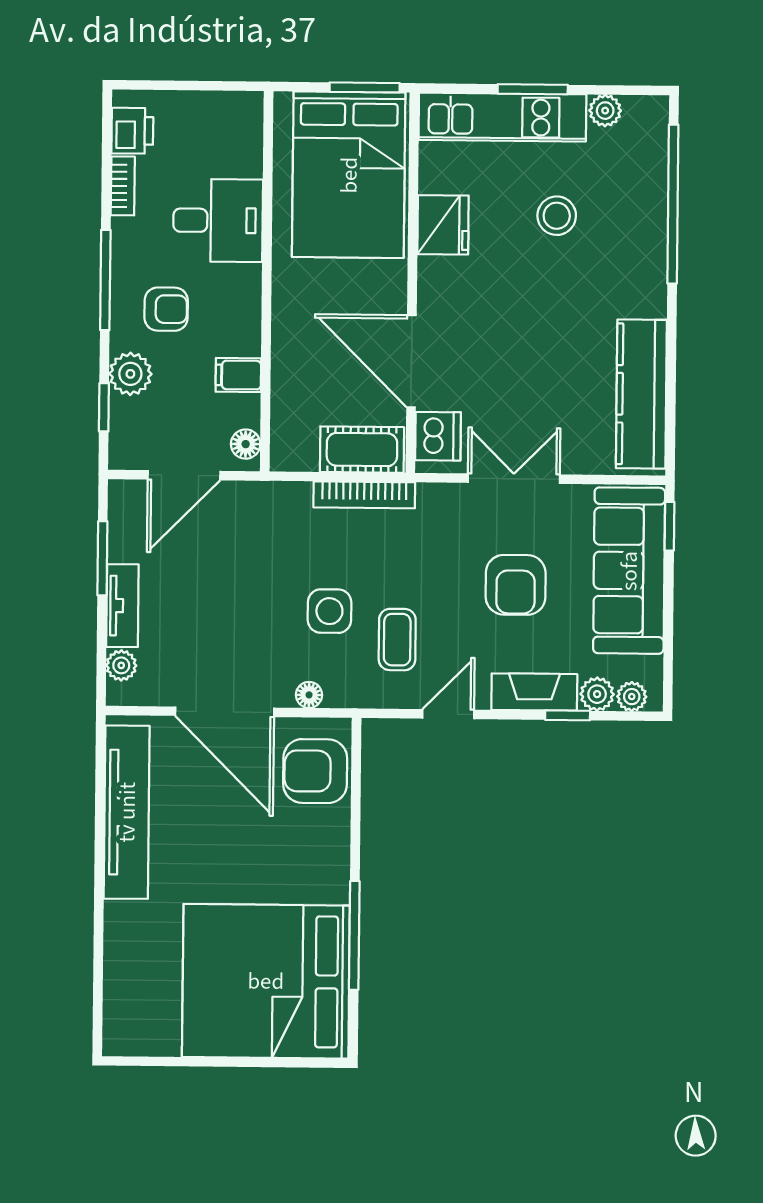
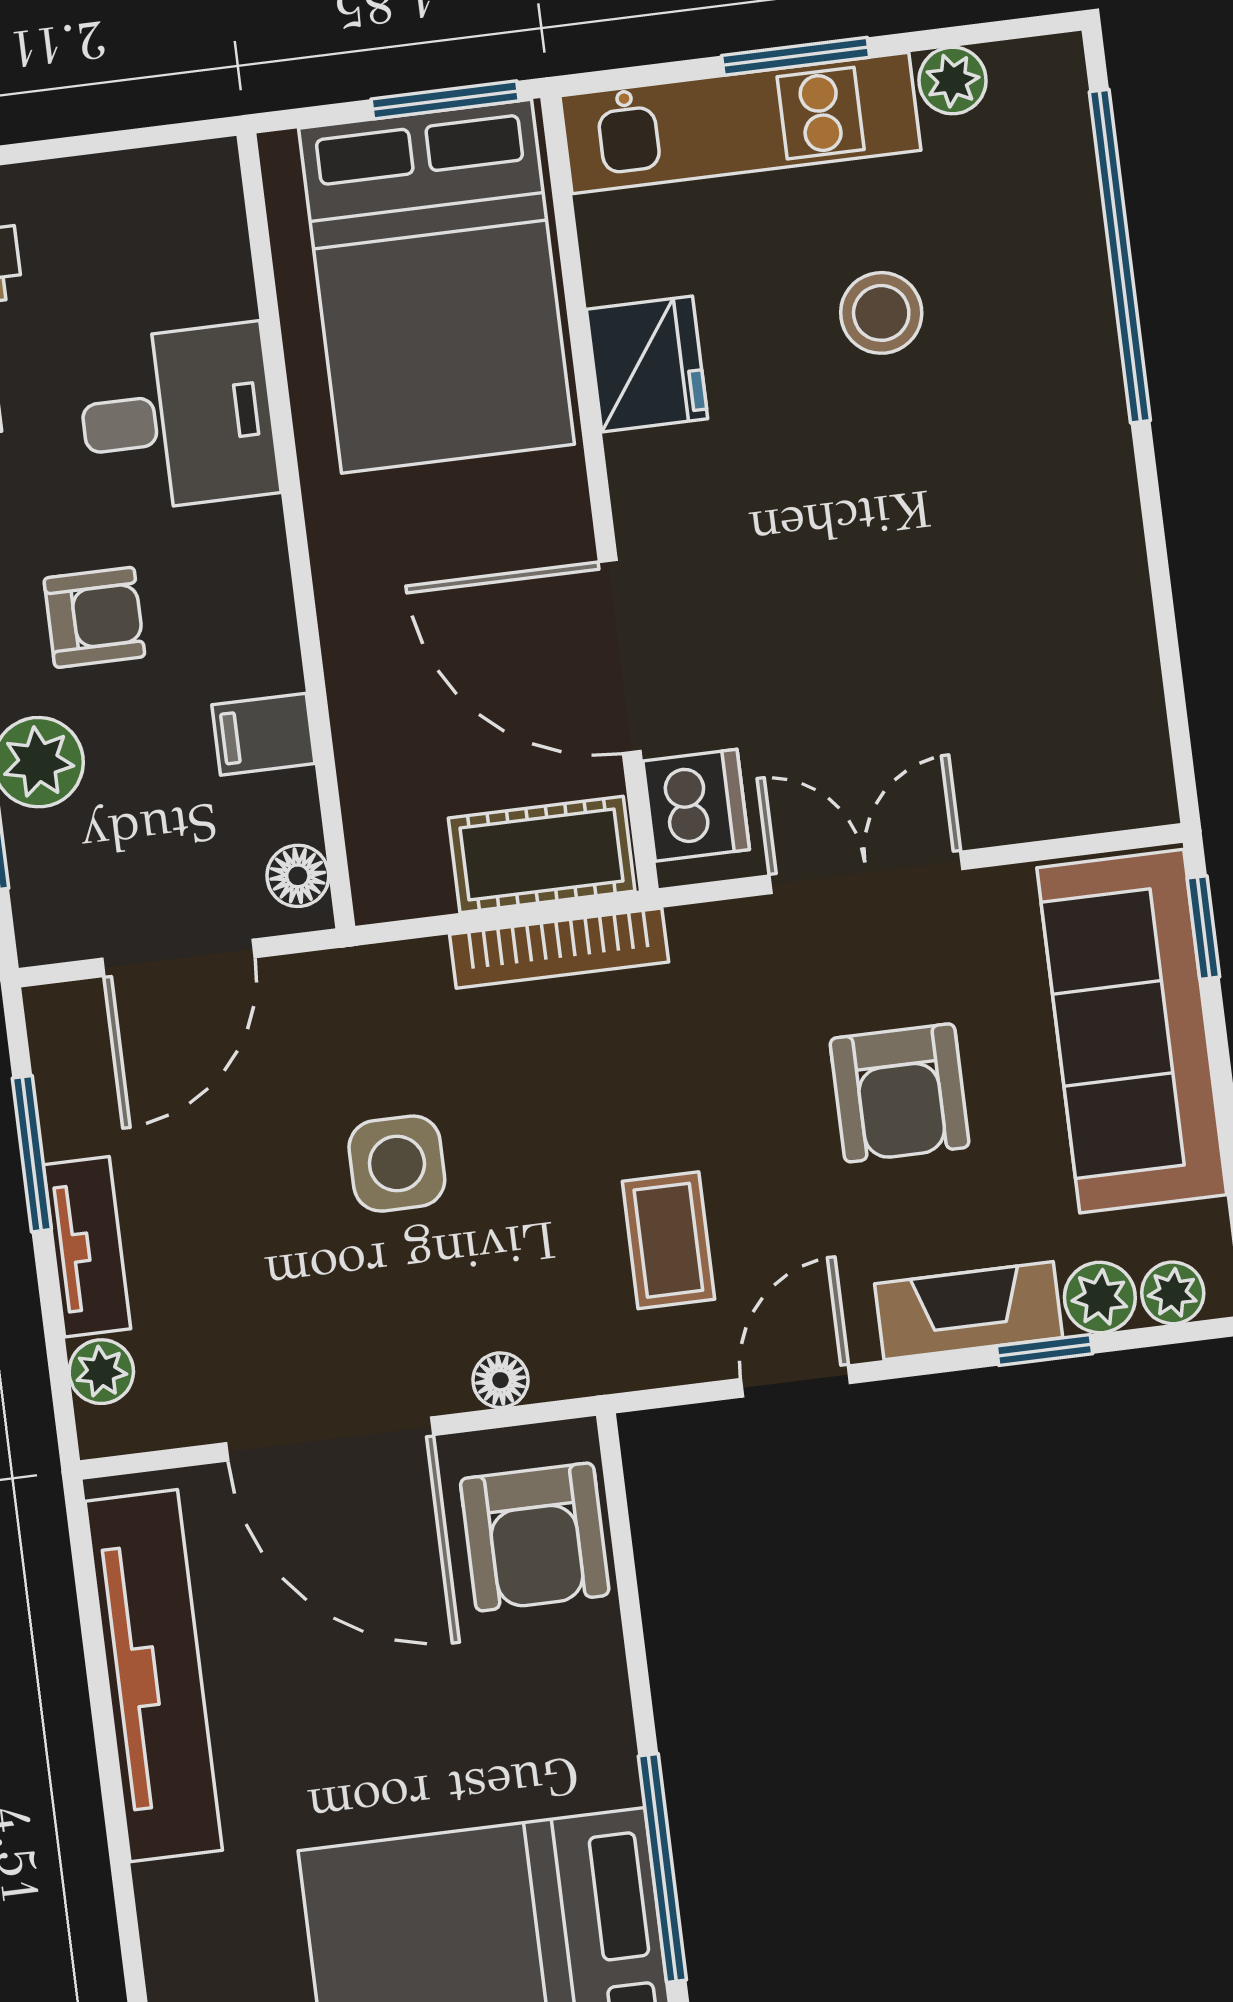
kitchen counter: (641, 394) -> (1108, 660), removed
side table: (329, 611) -> (397, 1164), moved
armchair: (315, 771) -> (535, 1537), turned -90

